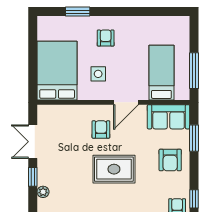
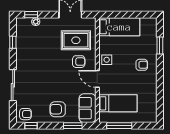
bed: (57, 71) -> (119, 27), width x0.67
side table: (98, 74) -> (107, 60), moved
rug: (114, 169) -> (76, 40), moved, turned 90
window: (33, 177) -> (31, 15), moved

